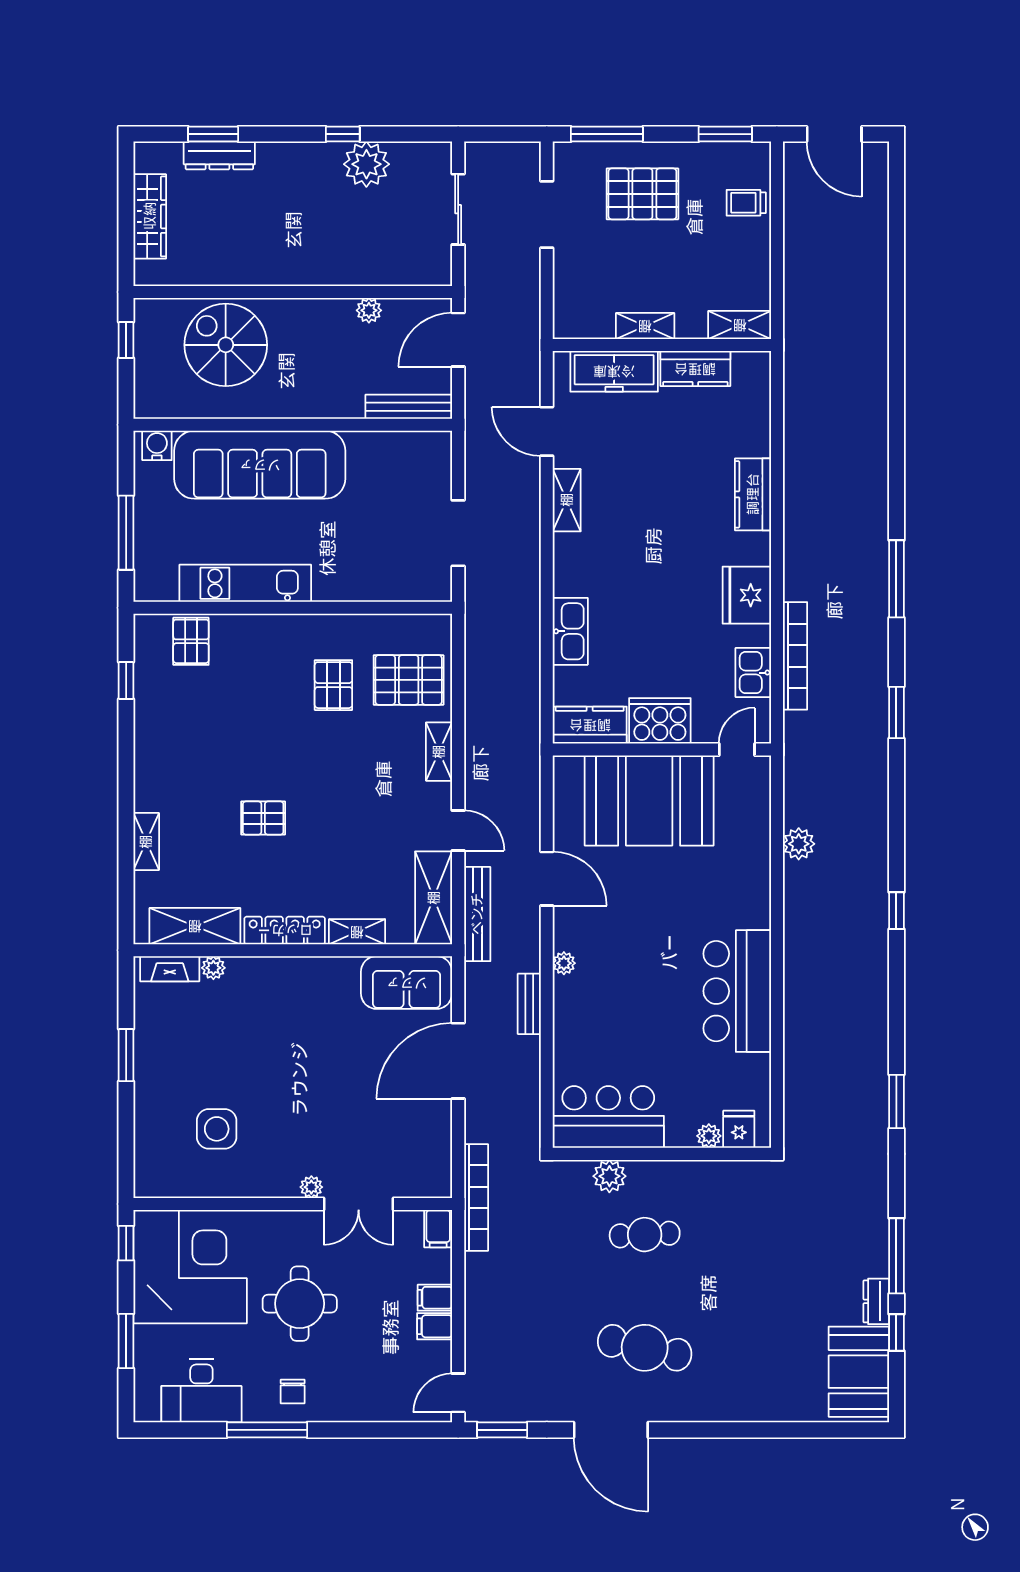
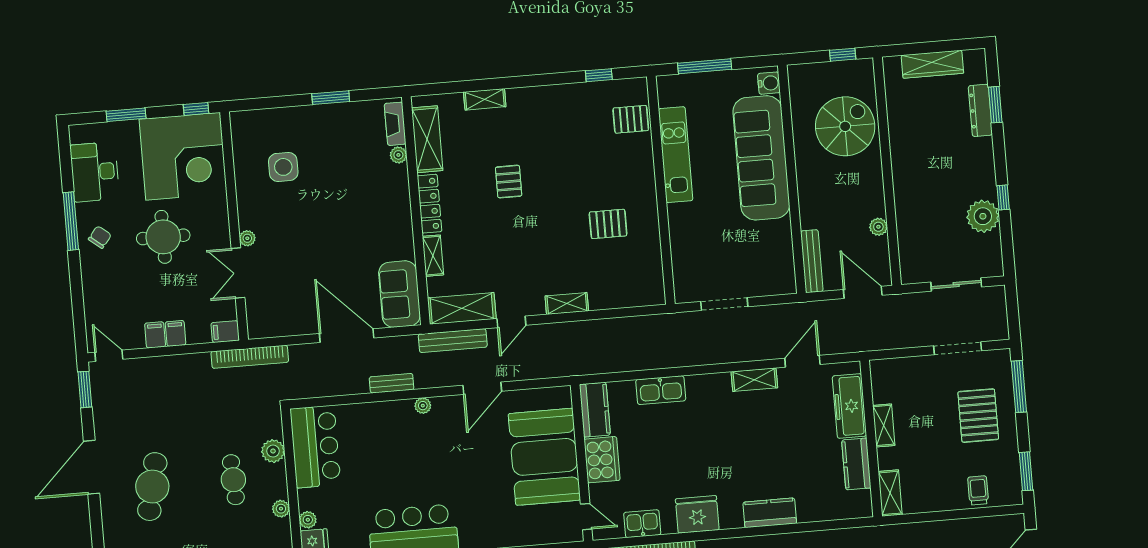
pallet: (409, 680) -> (616, 277), removed
plant: (690, 1172) -> (281, 509), added
chair: (293, 1392) -> (100, 237), turned 129

